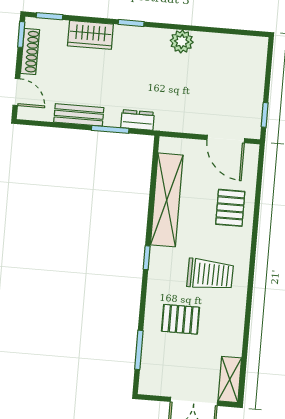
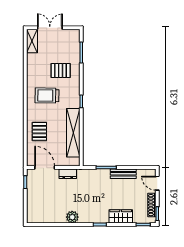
dresser: (137, 120) -> (68, 174), moved

